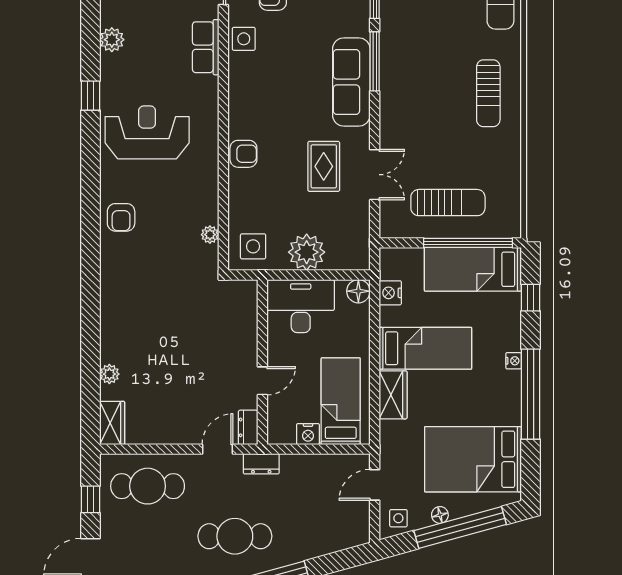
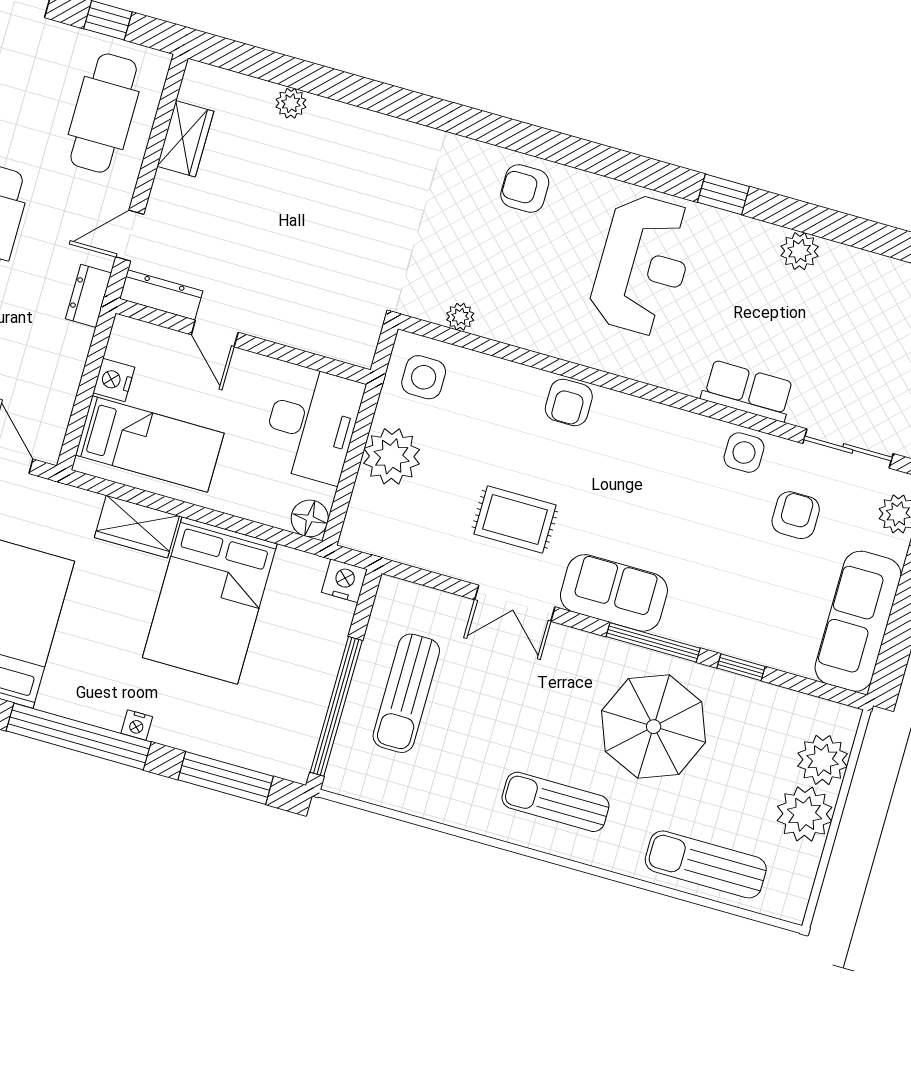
parasol: (426, 47) -> (654, 727), added
sofa: (351, 82) -> (614, 593), width x0.73
double door: (375, 175) -> (515, 603), moved
bed: (473, 269) -> (294, 702), removed
nightstand: (390, 293) -> (344, 581), moved
window: (530, 298) -> (226, 778), width x2.17
bed: (425, 348) -> (210, 601), width x1.50
wardrobe: (112, 423) -> (185, 139), moved, turned -90
dresser: (248, 427) -> (161, 295), width x1.44
door: (217, 449) -> (130, 236), swing flipped

